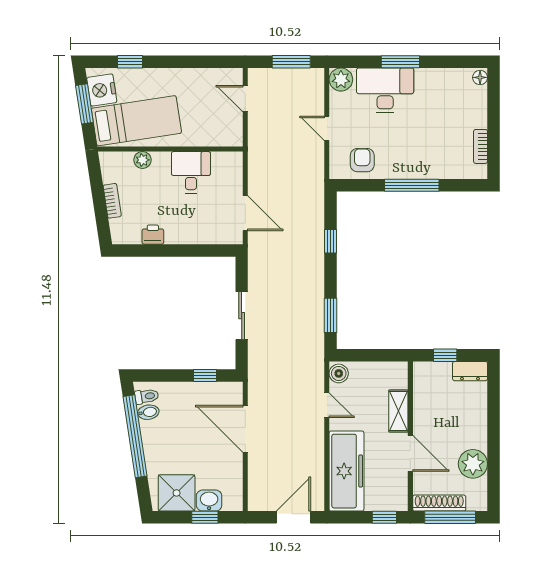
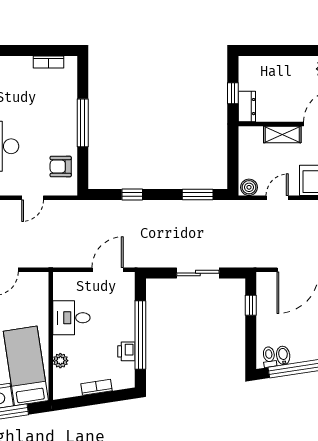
window: (171, 250) -> (140, 335), added
dresser: (470, 371) -> (247, 107), moved

